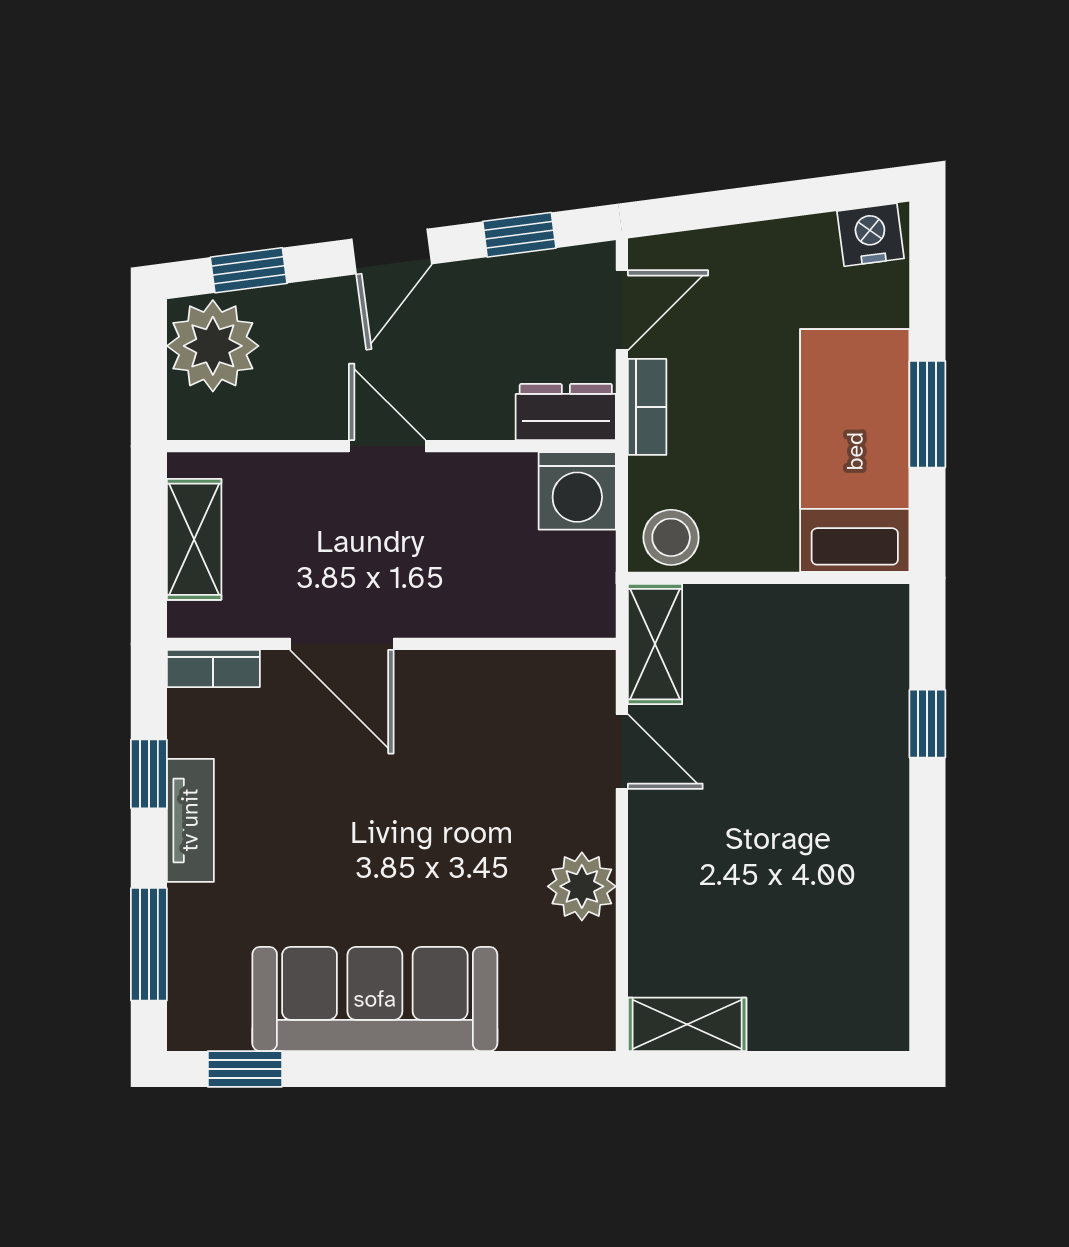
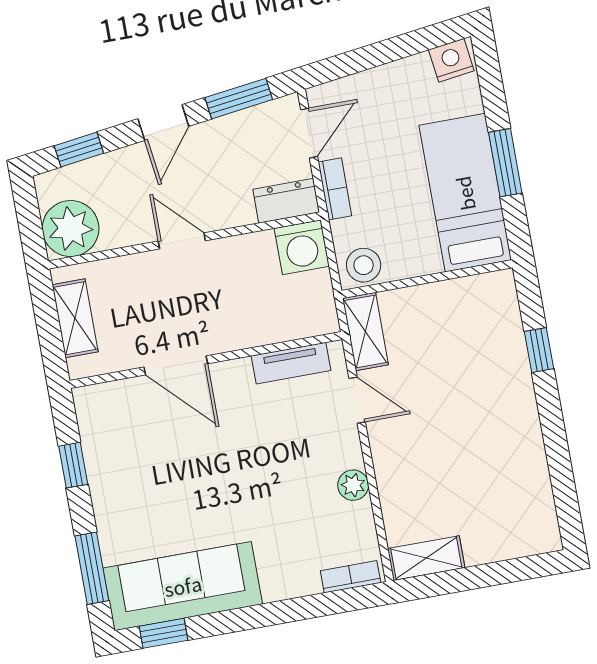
window: (519, 235) -> (239, 99), width x1.50
plant: (213, 346) -> (71, 229), moved
bookcase: (213, 668) -> (351, 577), moved, turned 180
tv unit: (190, 820) -> (291, 363), moved, turned 90
plant: (582, 886) -> (353, 485), width x0.73, depth x0.73
sofa: (375, 999) -> (183, 586), moved

